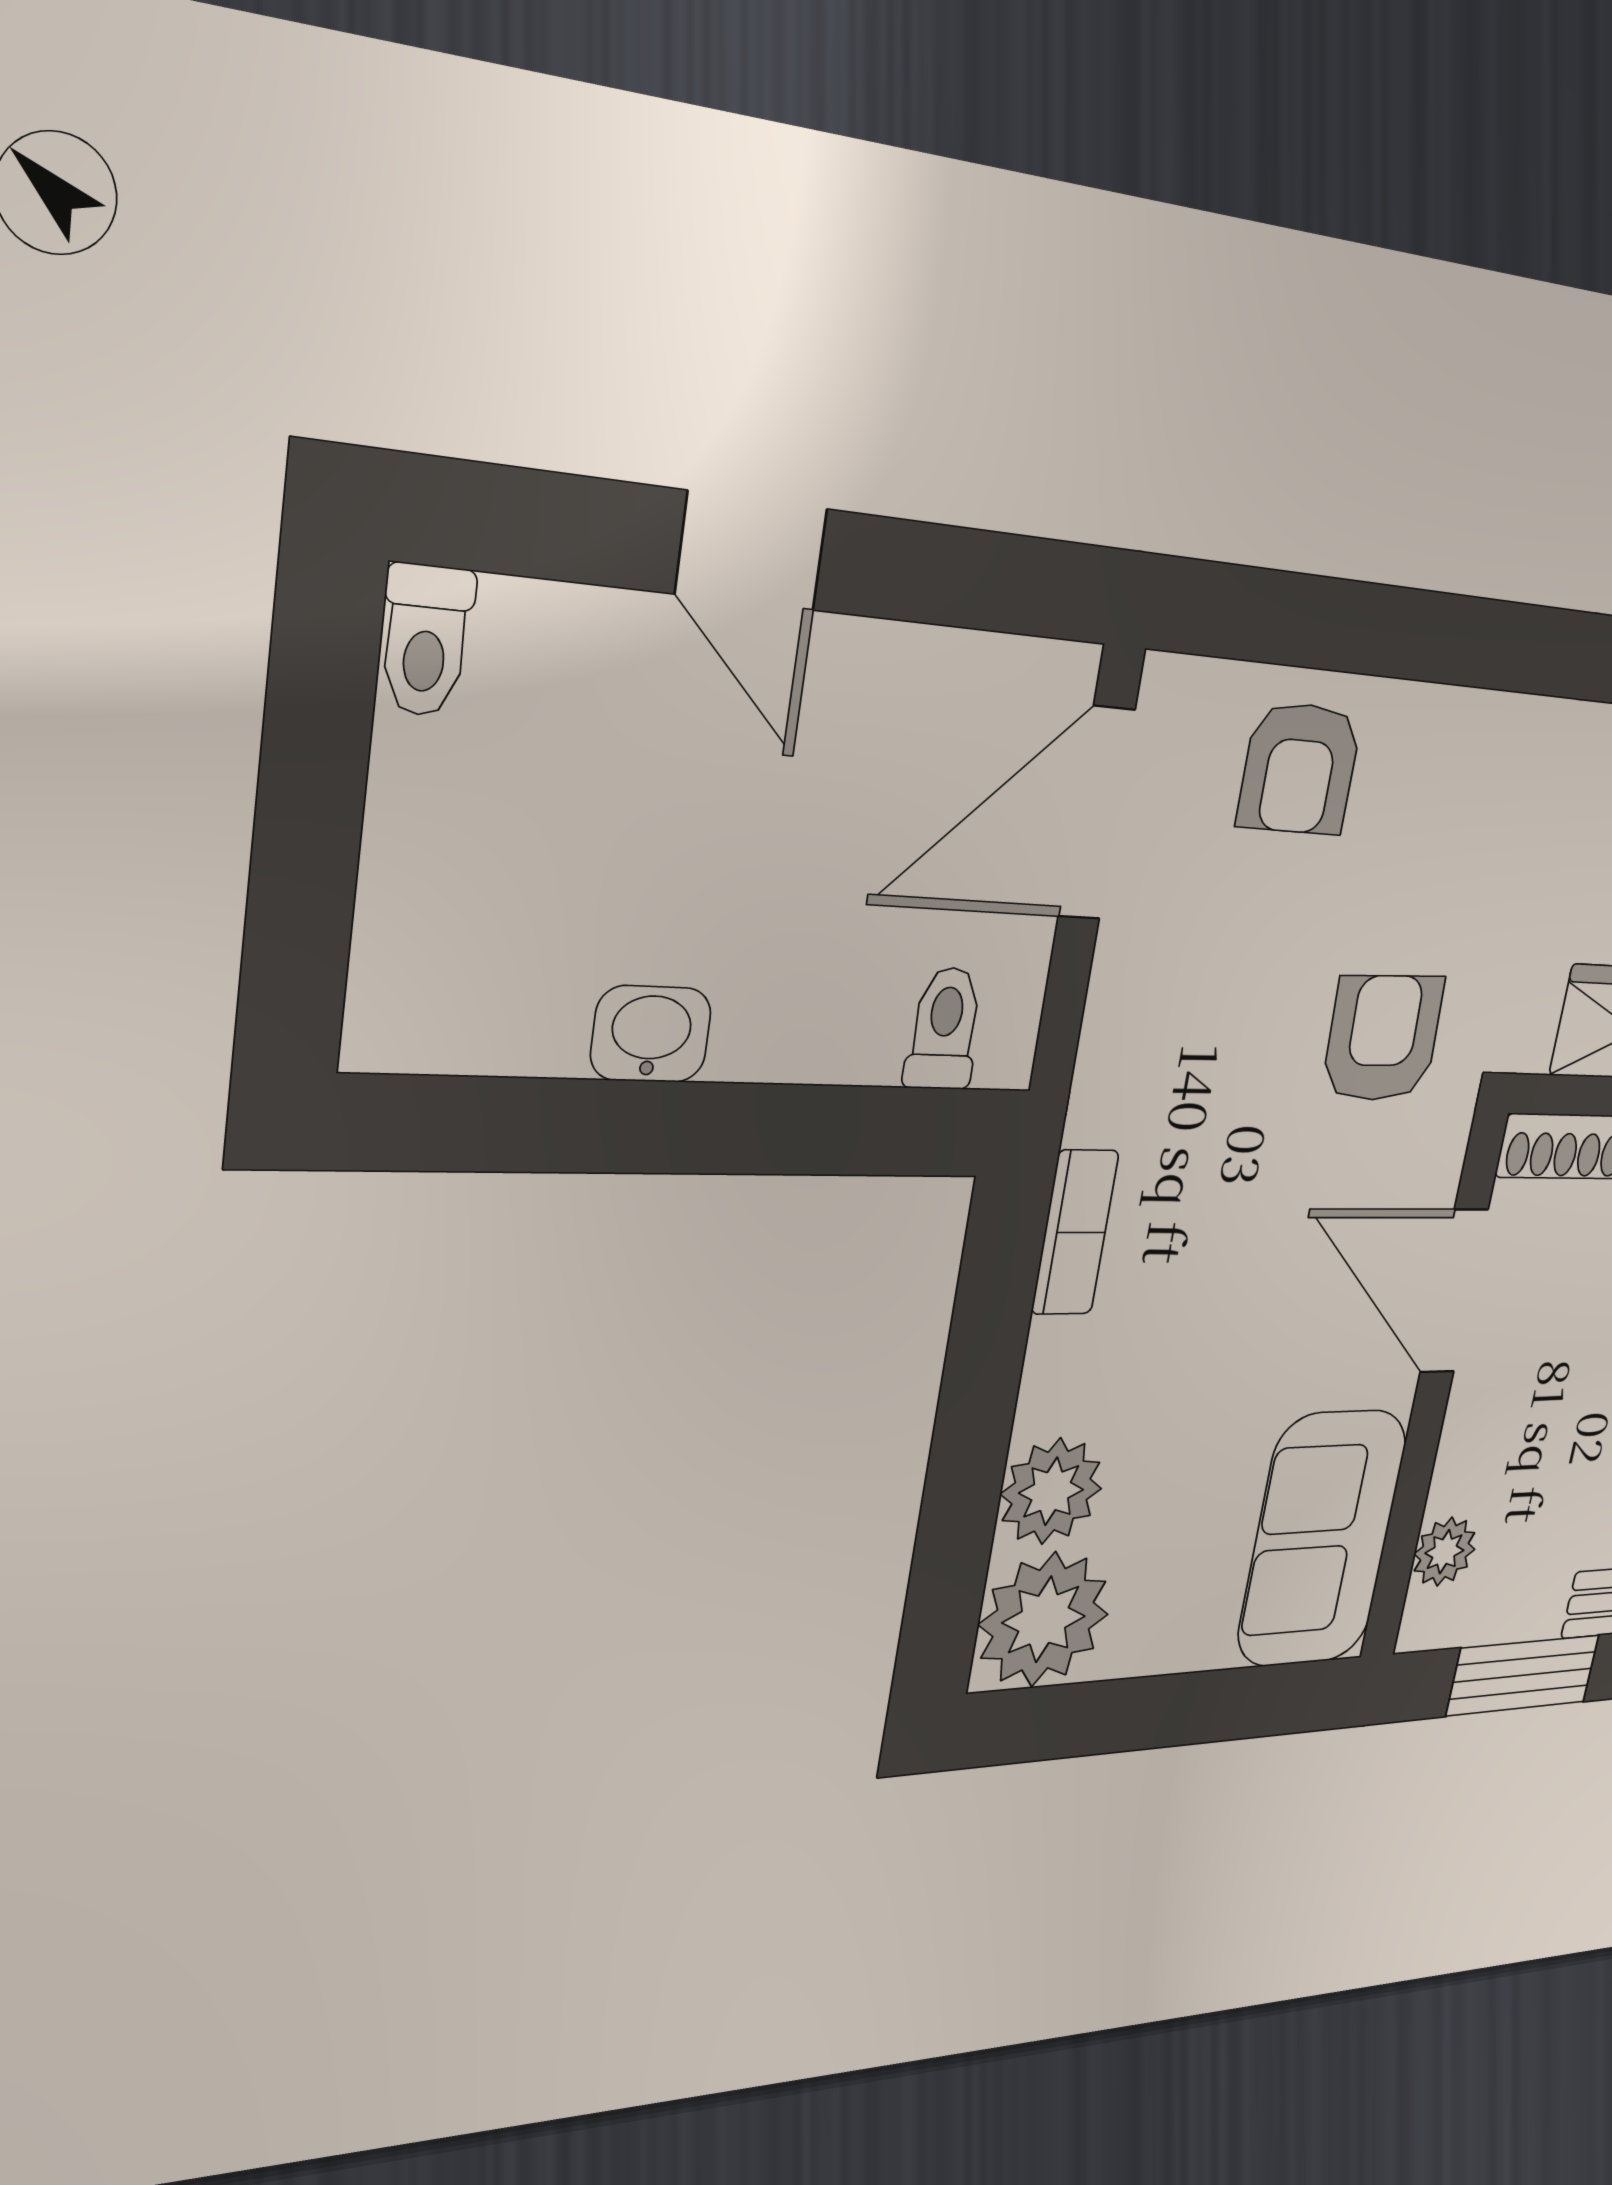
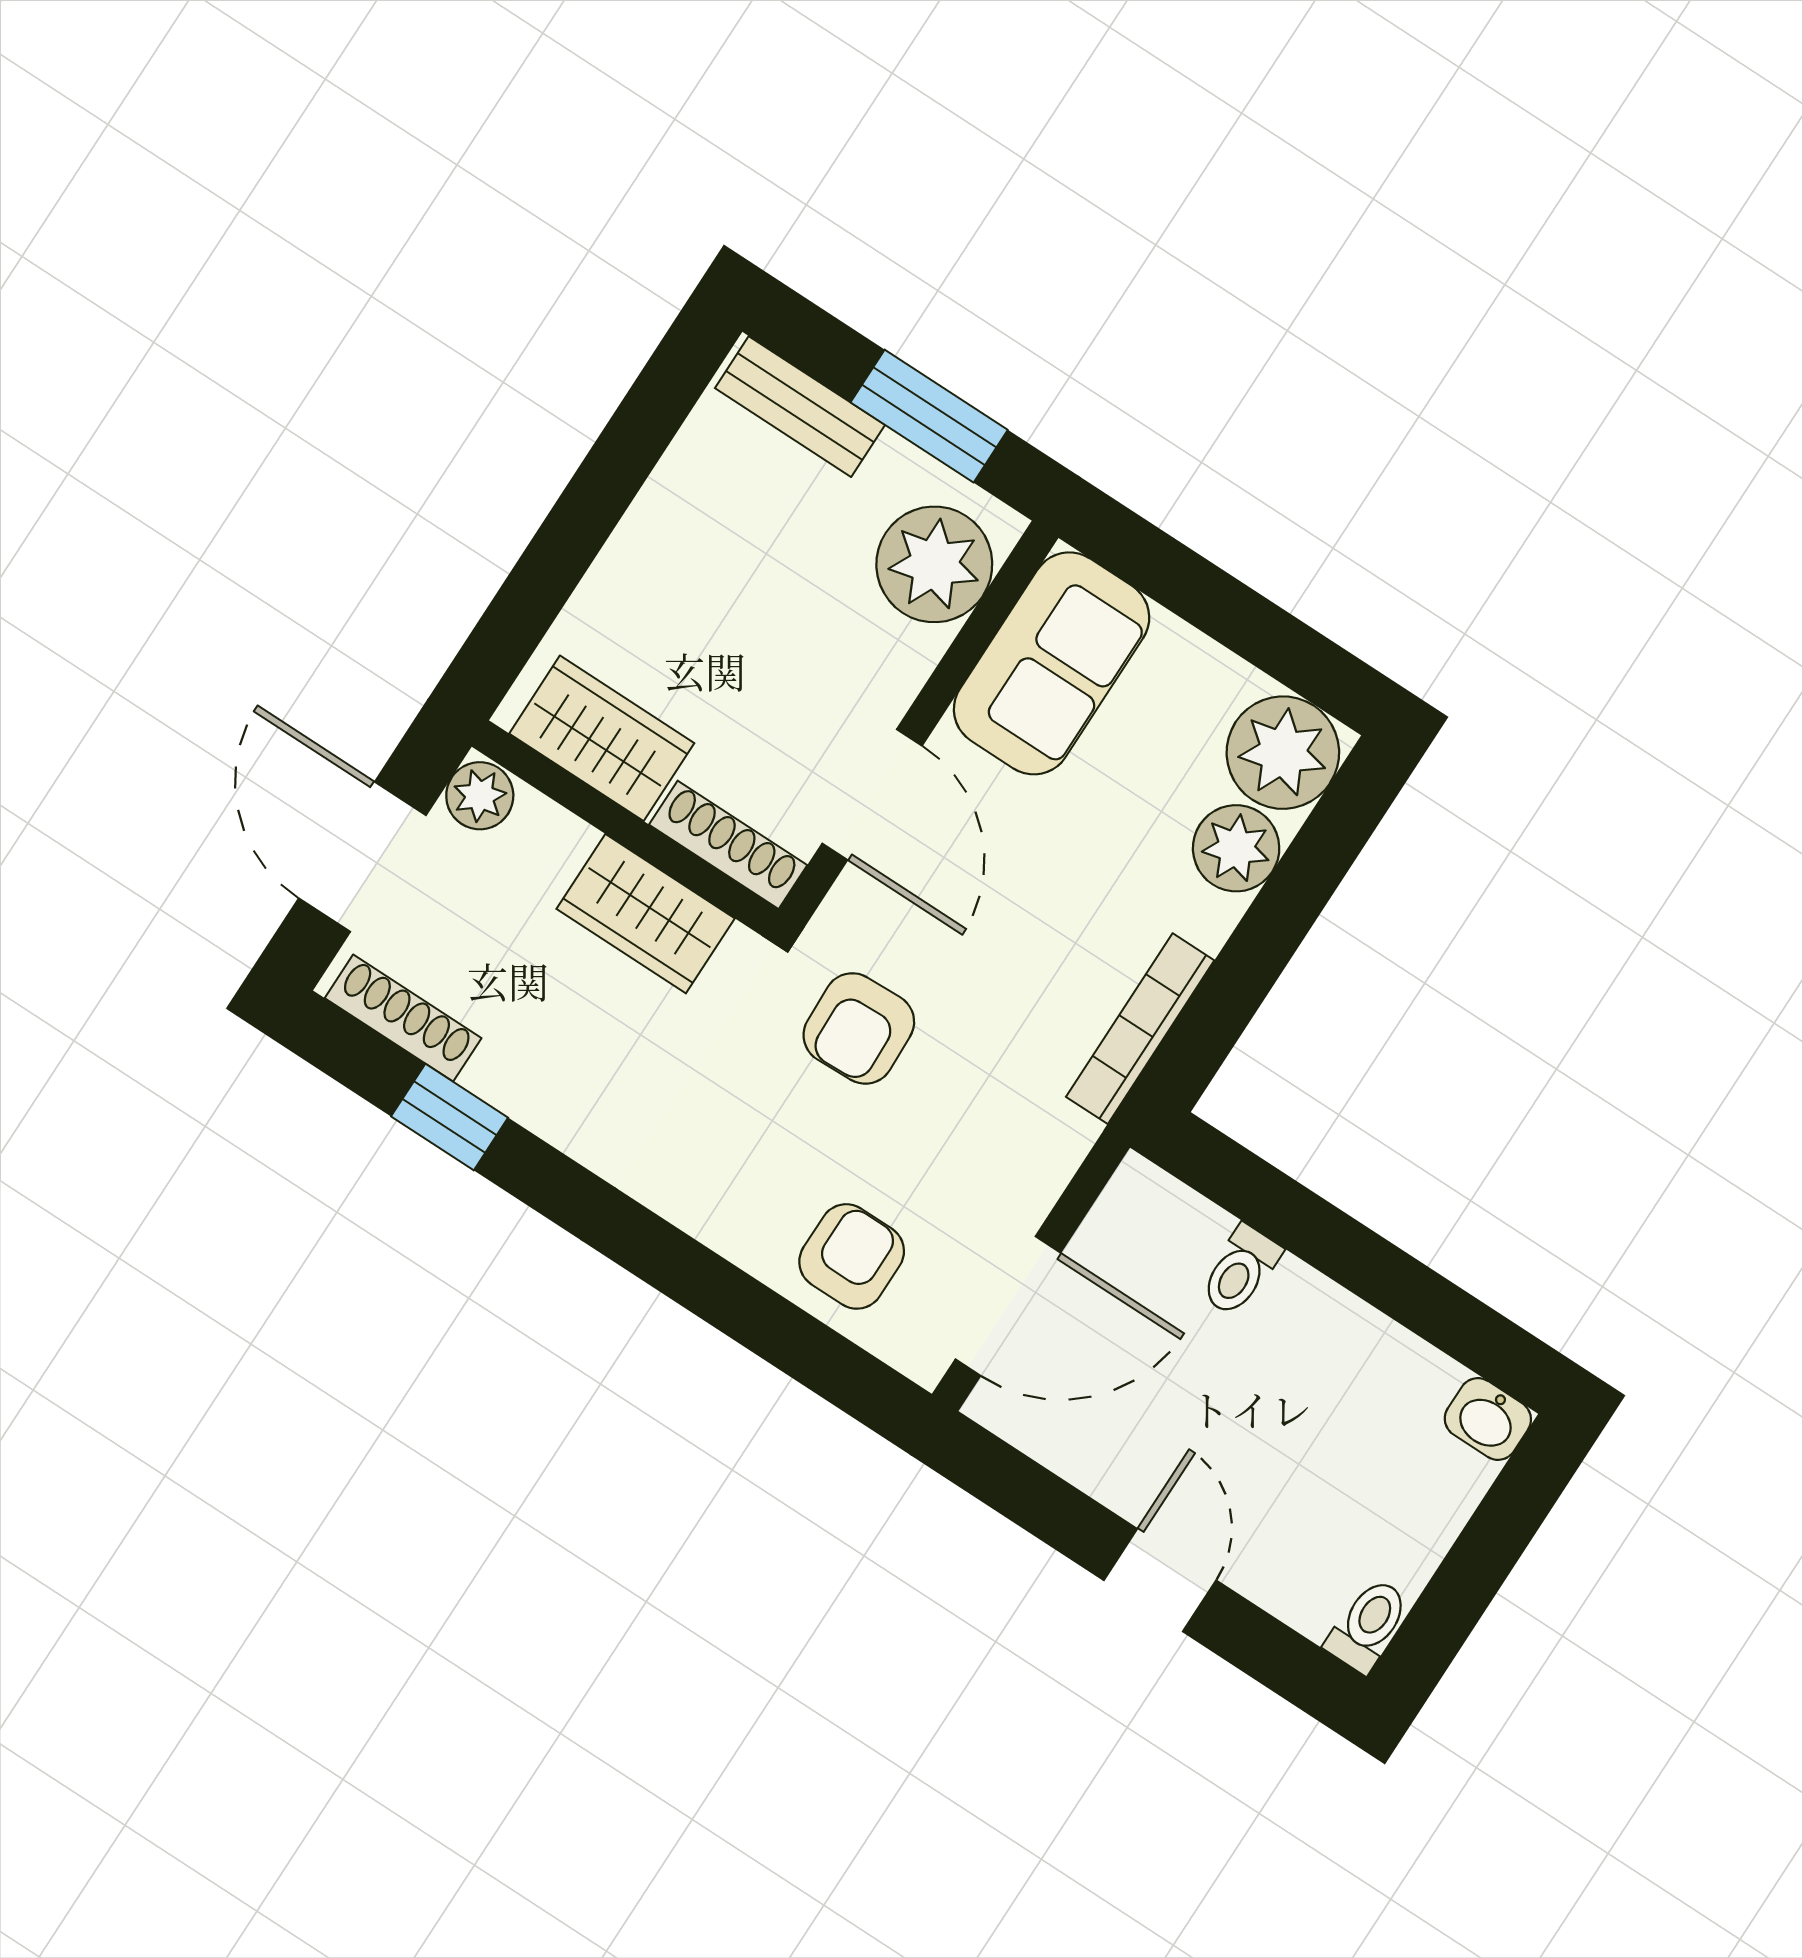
toilet: (944, 1029) -> (1240, 1271), moved
washbasin: (651, 1034) -> (1488, 1419), moved
bookcase: (1075, 1233) -> (1140, 1029), width x1.56
plant: (1445, 1552) -> (934, 564), width x1.88, depth x1.88

